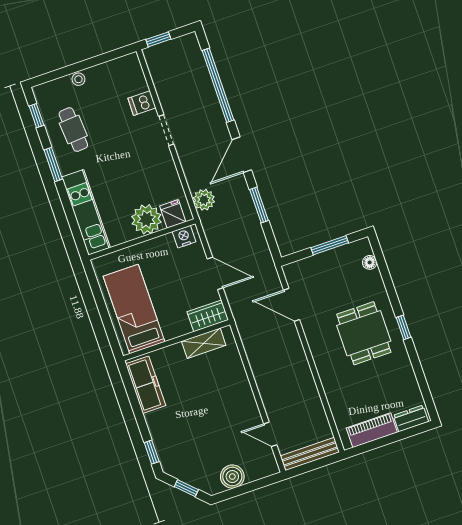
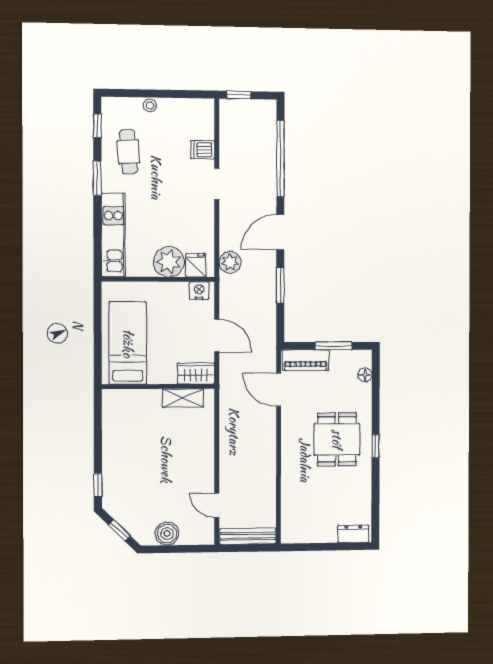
freezer: (146, 385) -> (114, 419), removed
piano: (372, 430) -> (306, 360), moved, turned 180

